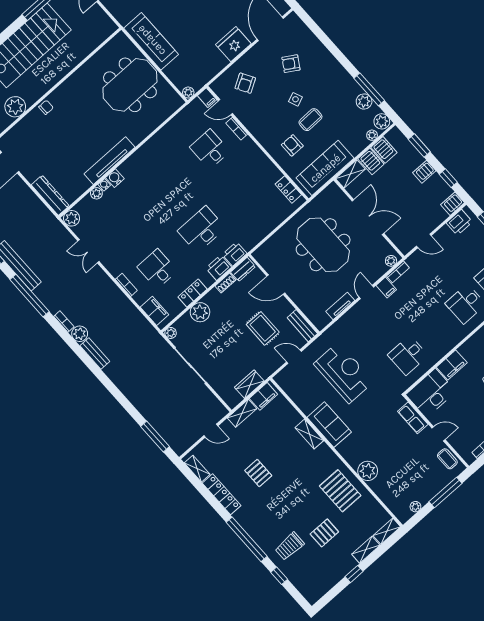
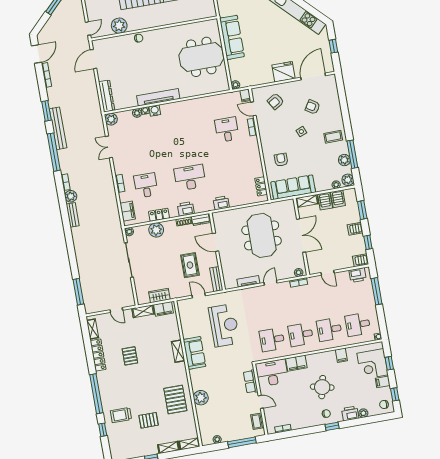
coffee table: (310, 120) -> (333, 137), moved
printer: (235, 254) -> (221, 203), moved
filing cabinet: (386, 287) -> (285, 288), removed
desk: (437, 330) -> (301, 335), added

